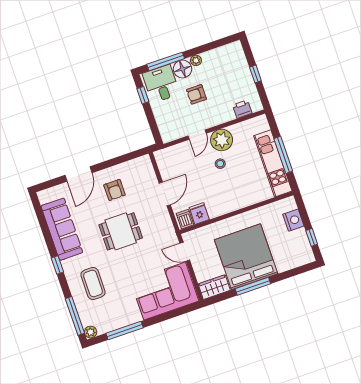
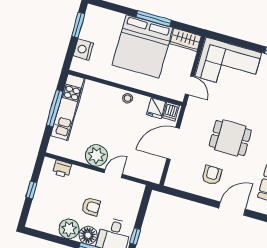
plant: (196, 60) -> (69, 229), width x1.88, depth x1.88
stool: (220, 164) -> (128, 98), moved
door: (165, 194) -> (173, 144), width x1.36
window: (312, 237) -> (78, 25), width x1.50

